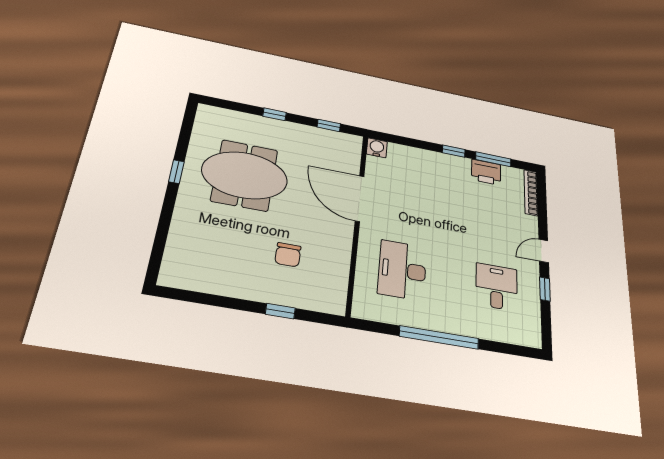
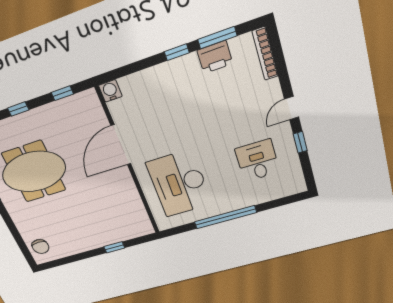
door: (360, 198) -> (121, 145), hinge flipped
chair: (288, 255) -> (40, 247), moved
desk: (402, 270) -> (179, 184), width x1.36, depth x1.30

